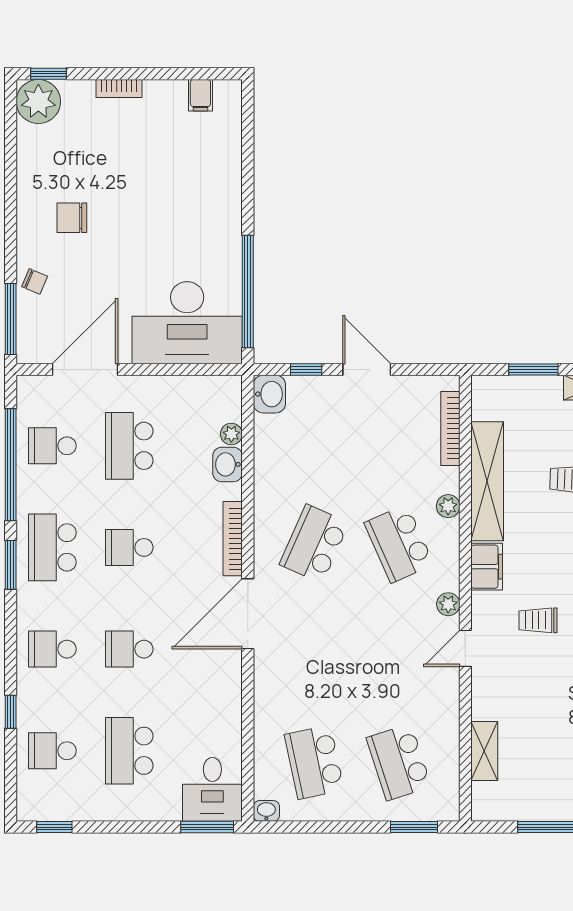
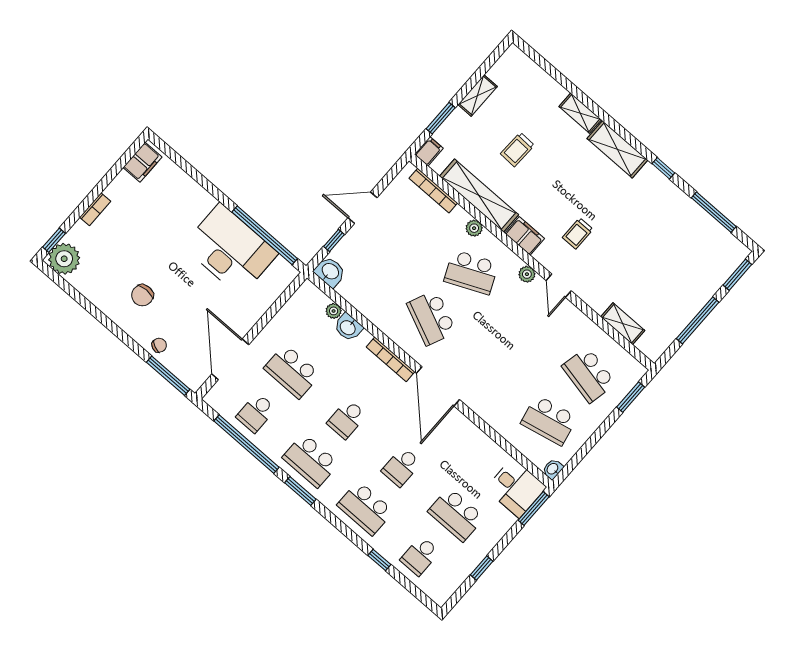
filing cabinet: (200, 95) -> (142, 162), width x2.00
desk: (187, 323) -> (230, 250), moved, turned -90
filing cabinet: (488, 388) -> (429, 151), added
school desk: (52, 649) -> (365, 508), width x1.85
school desk: (399, 762) -> (589, 375), turned 30
window: (54, 827) -> (482, 568), moved

